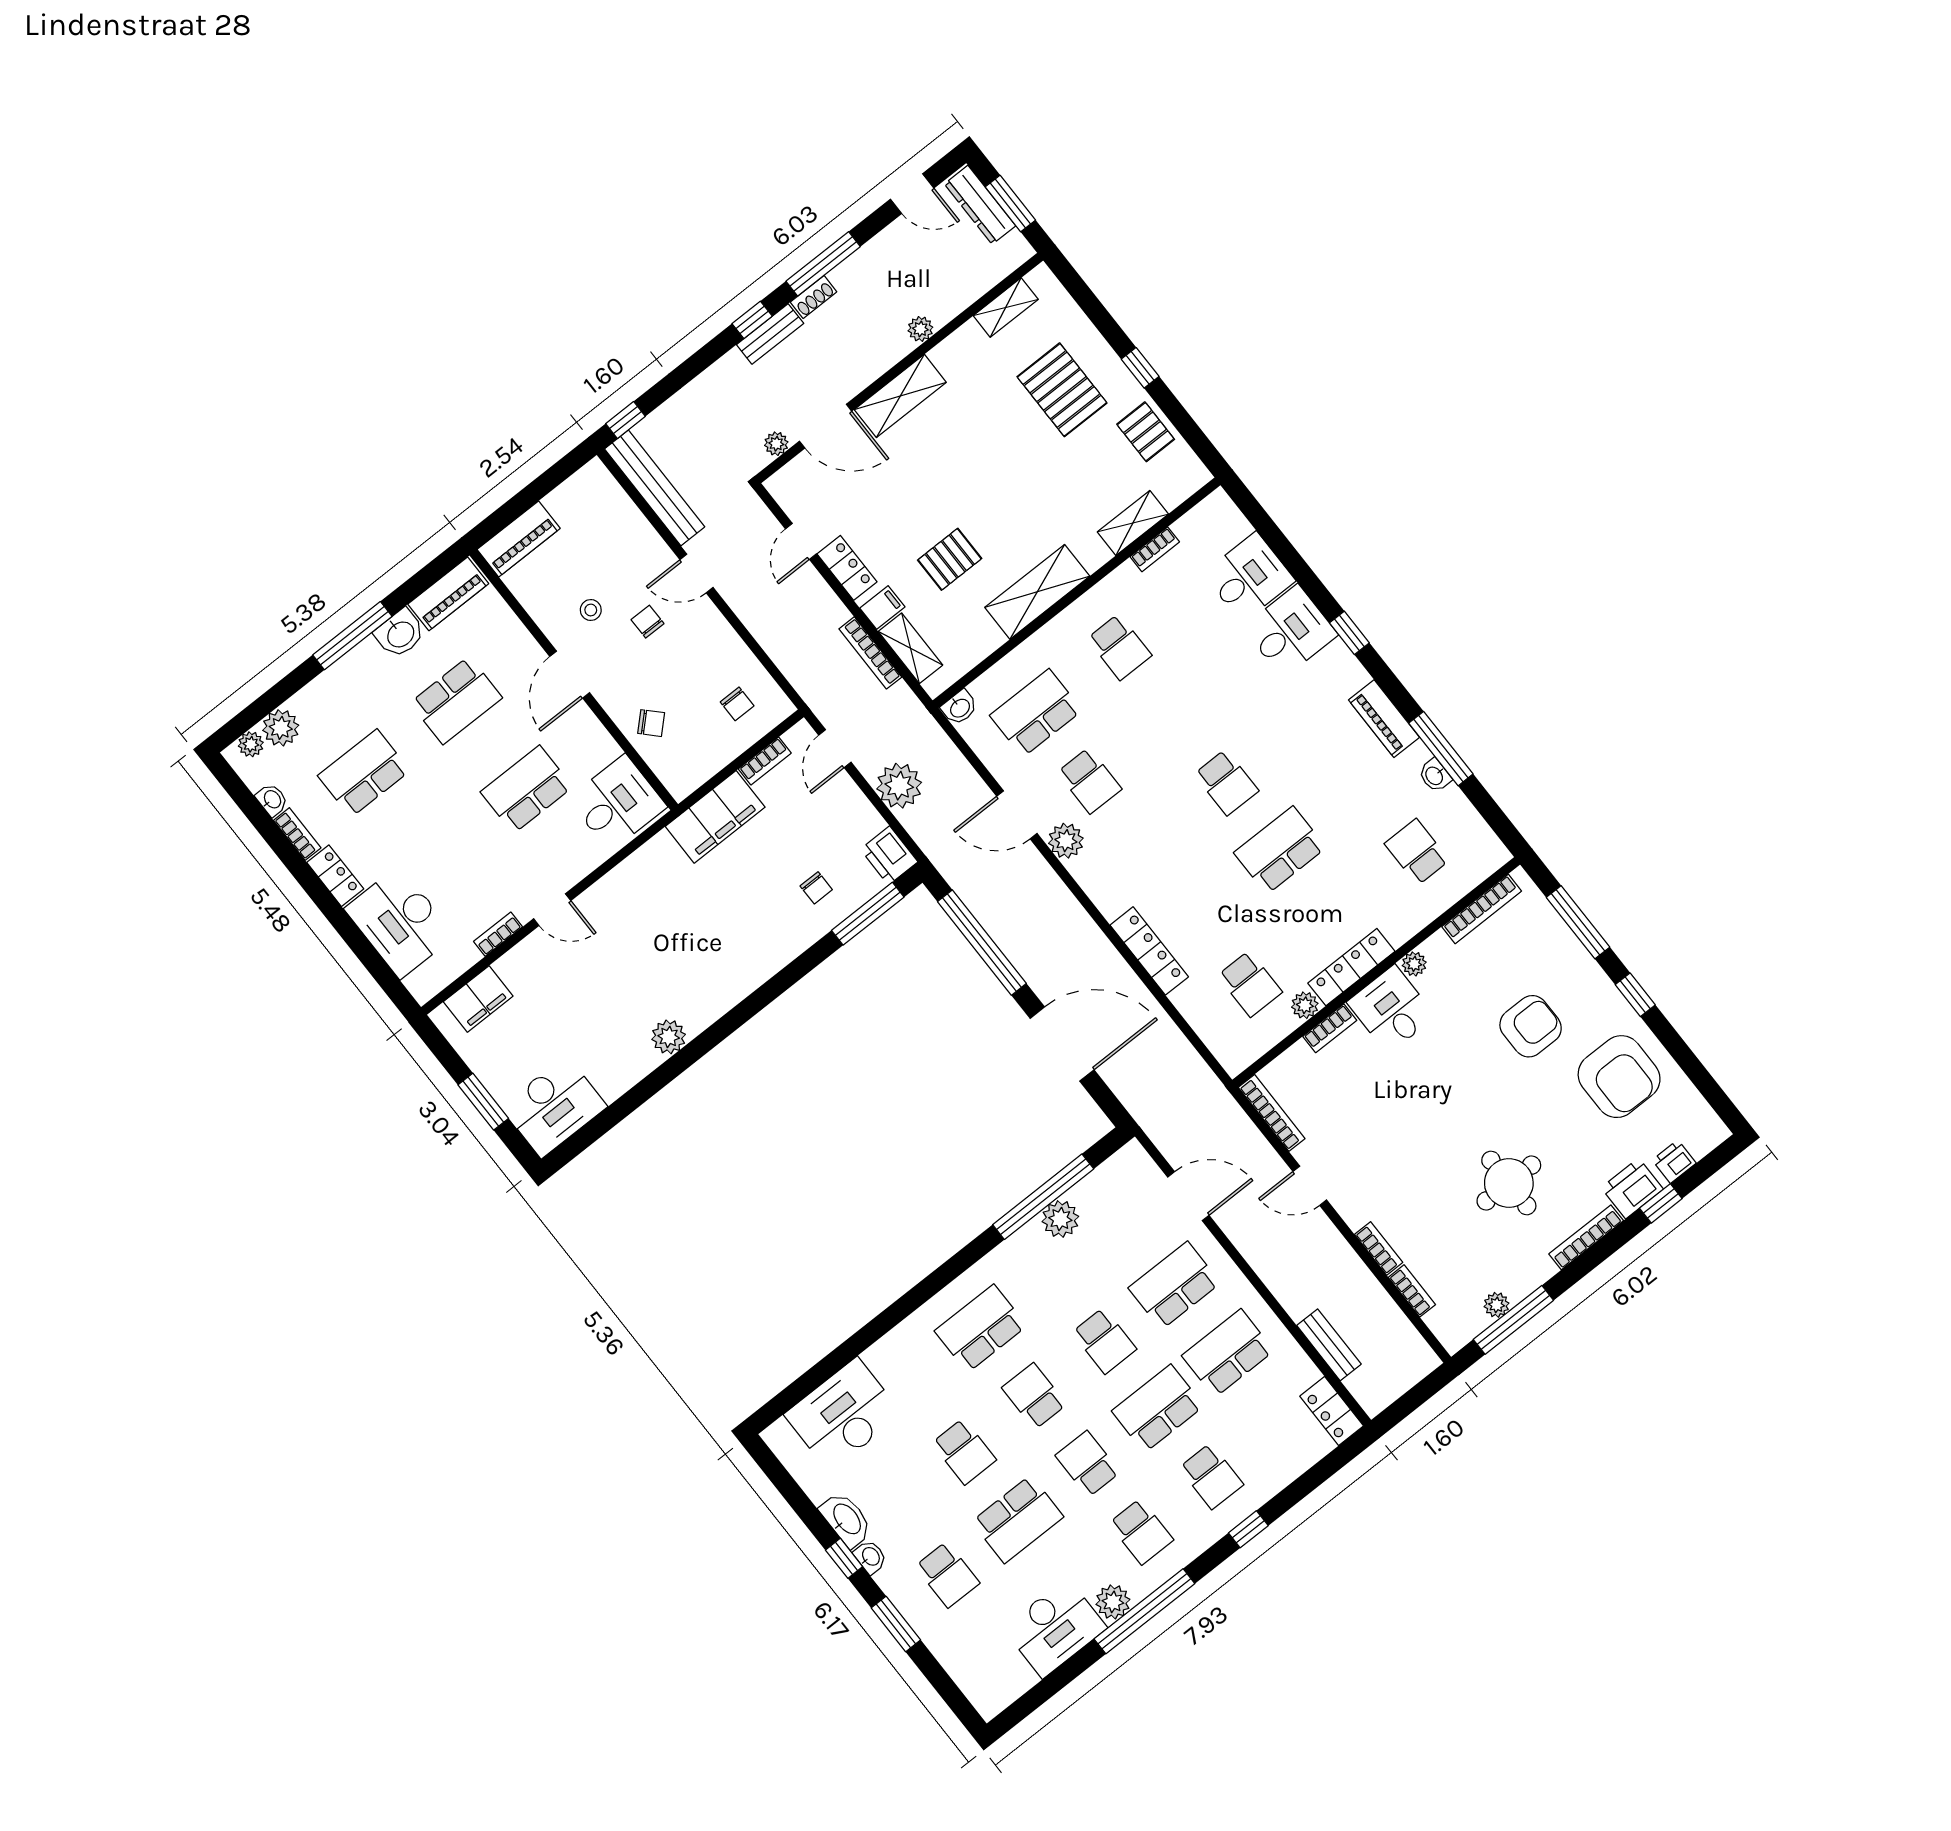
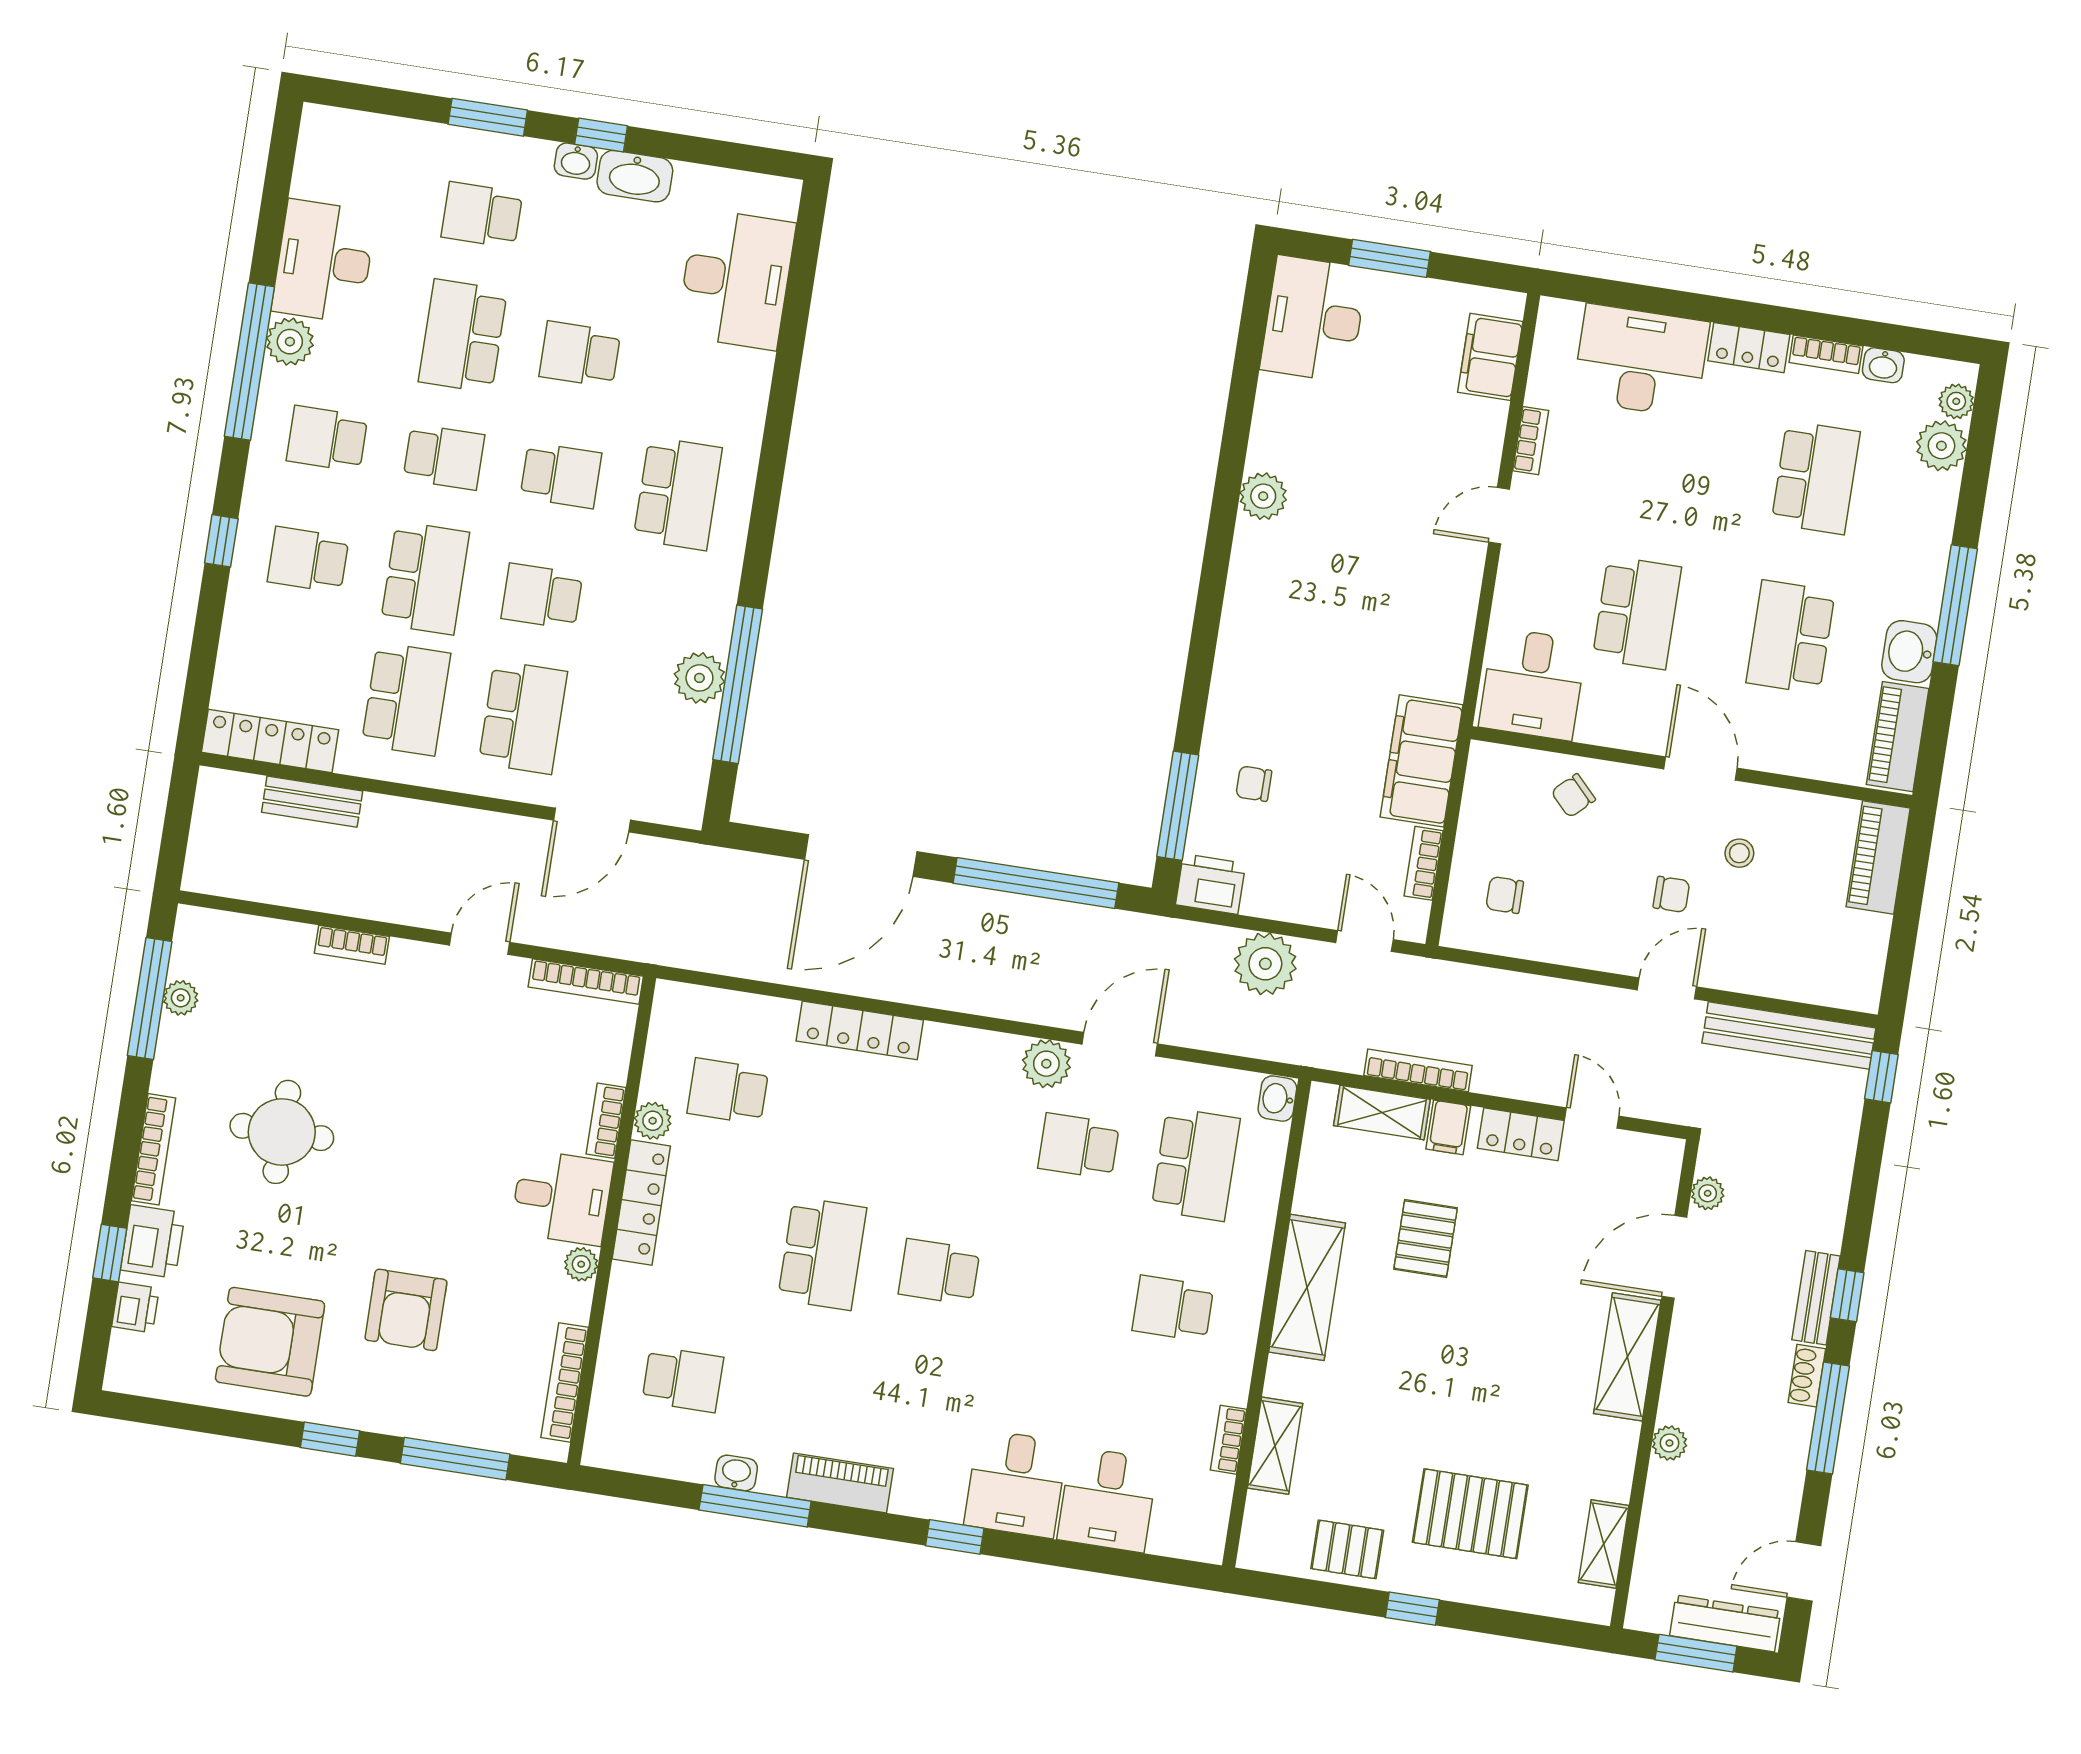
bookcase: (1412, 1291) -> (279, 933), removed
locker: (1332, 1411) -> (270, 741), width x1.53

